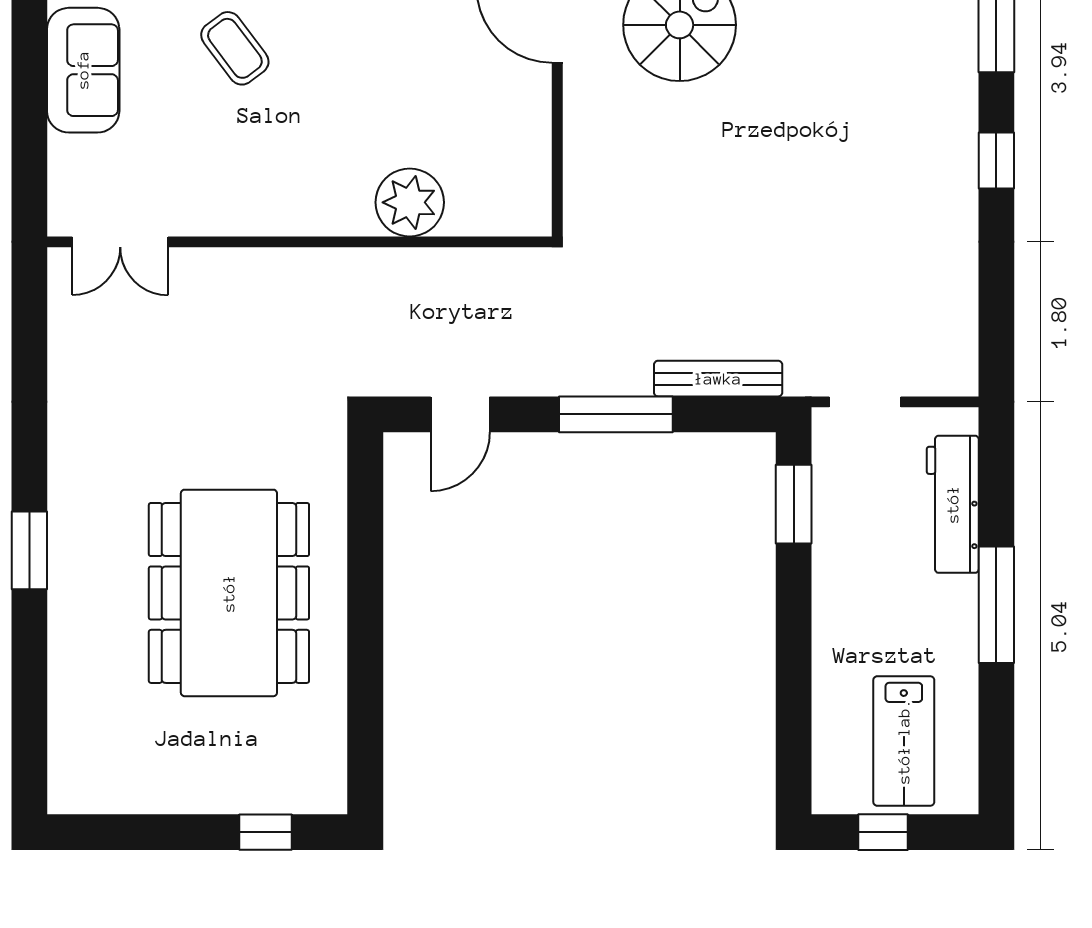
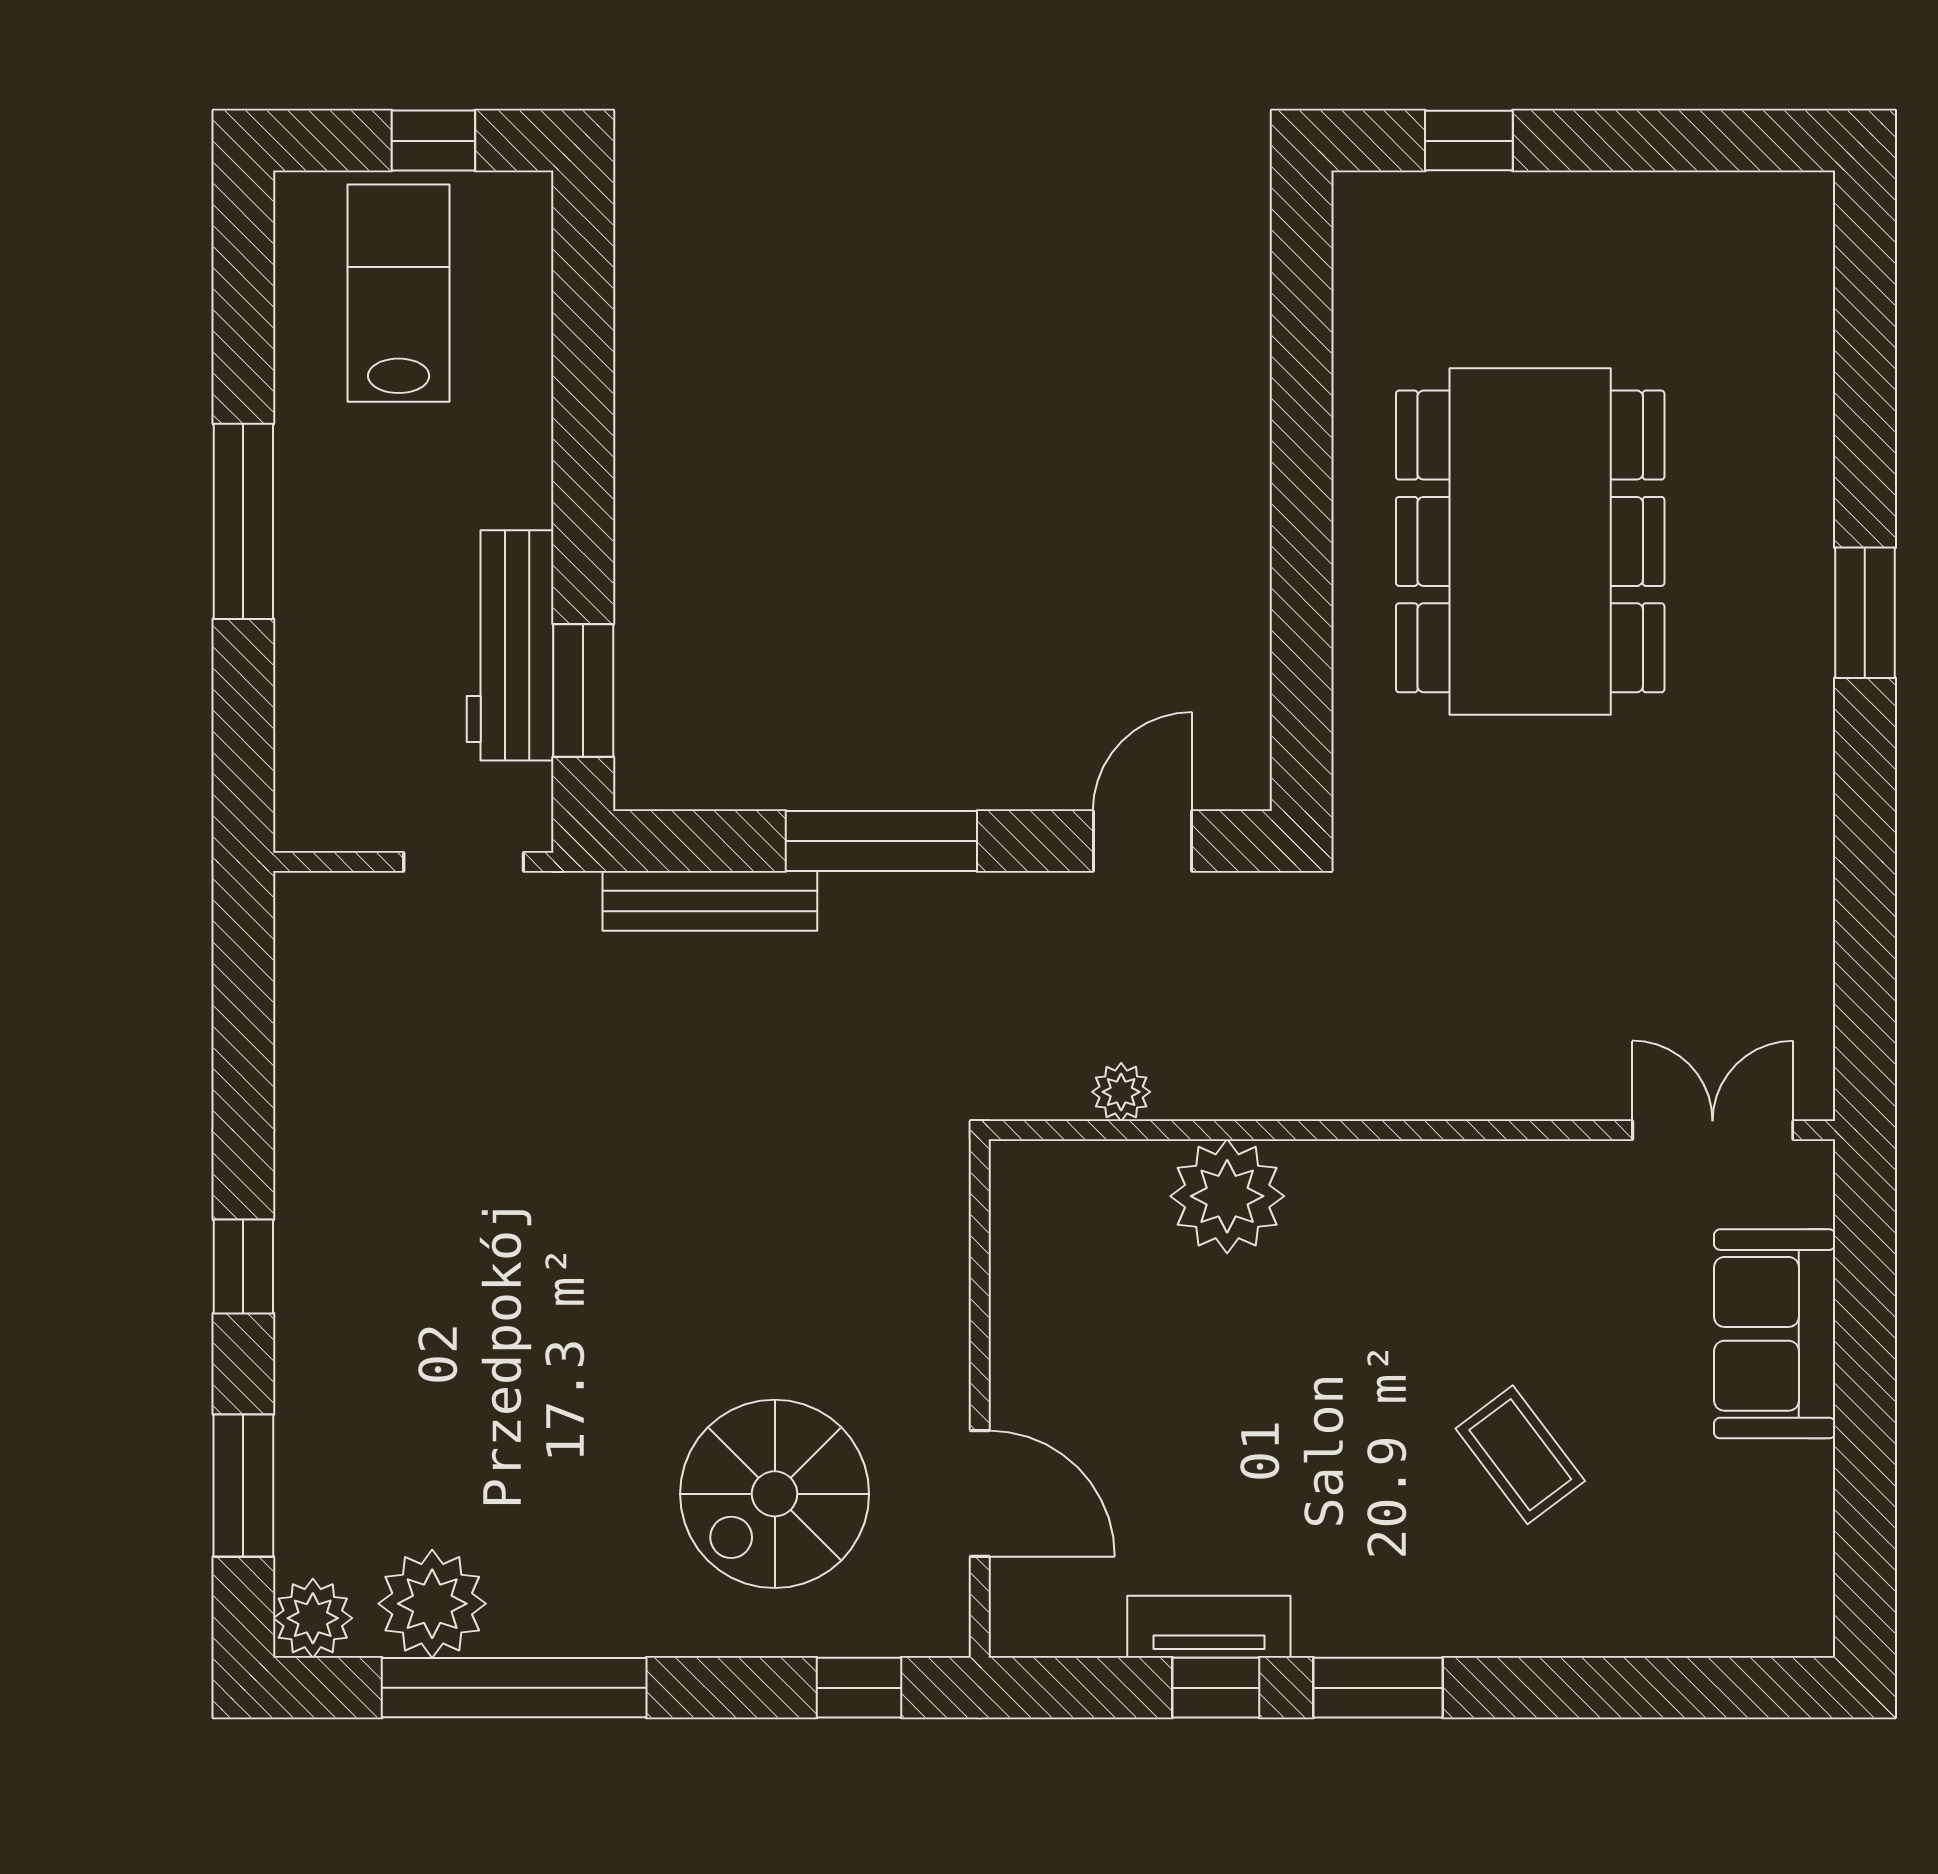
sofa: (83, 70) -> (1775, 1334), moved
plant: (473, 265) -> (1121, 1092), added
workbench: (953, 504) -> (510, 645), moved, turned 180

